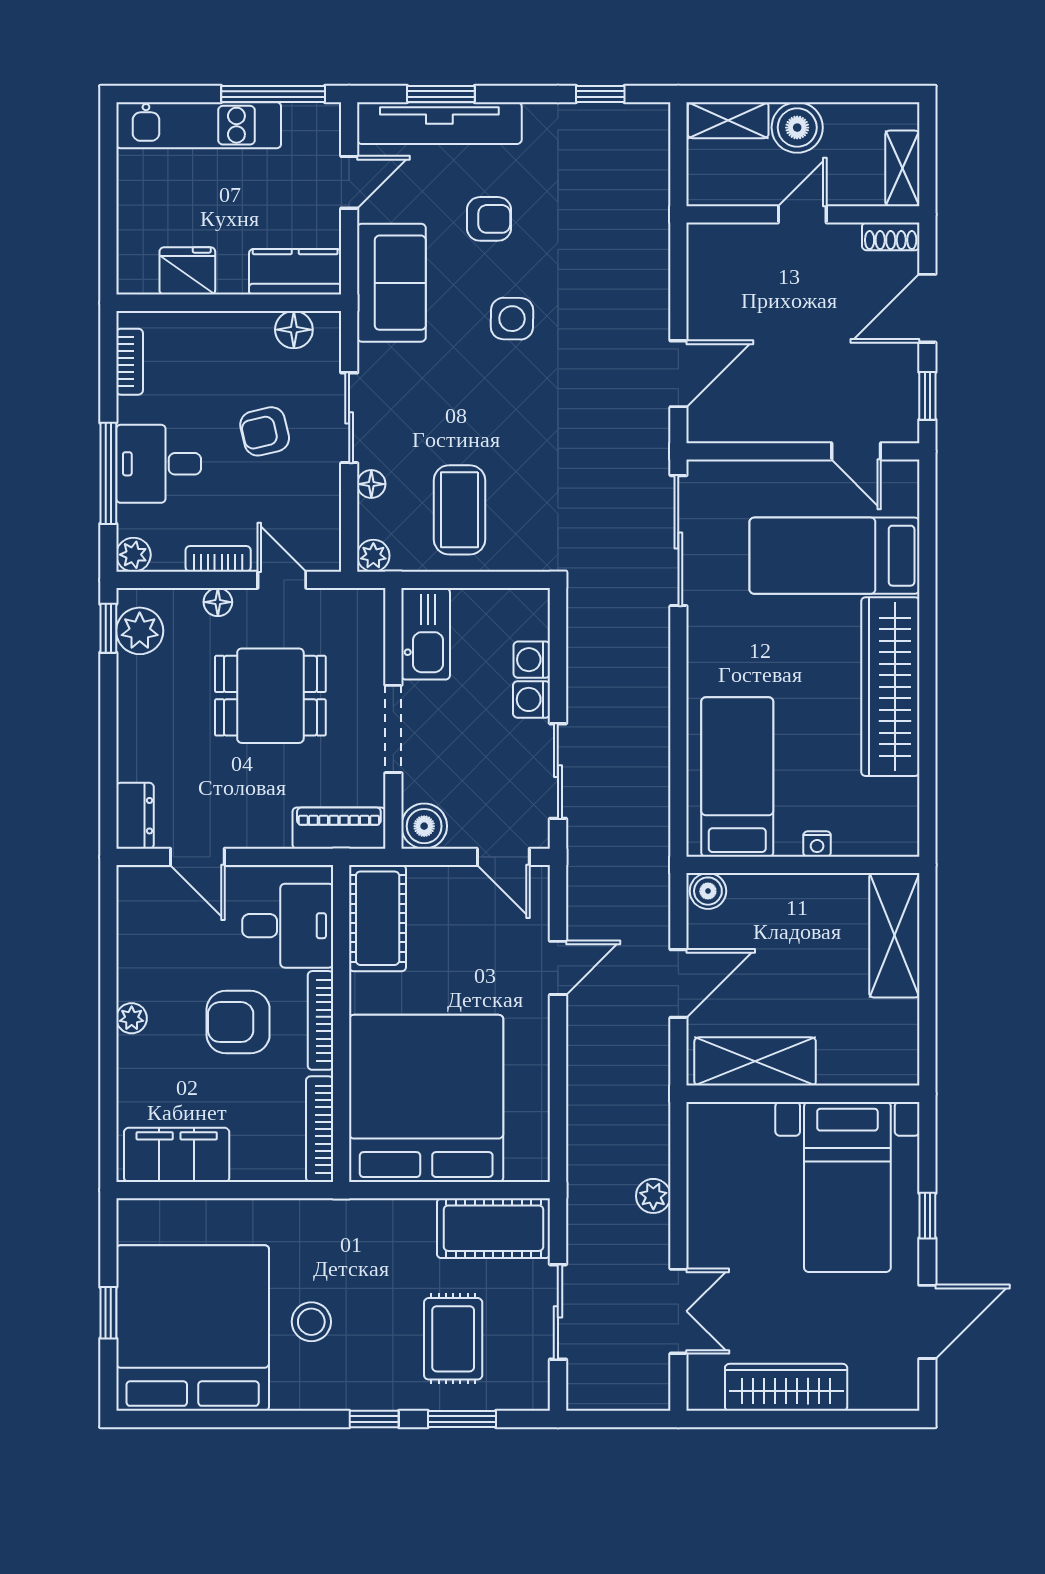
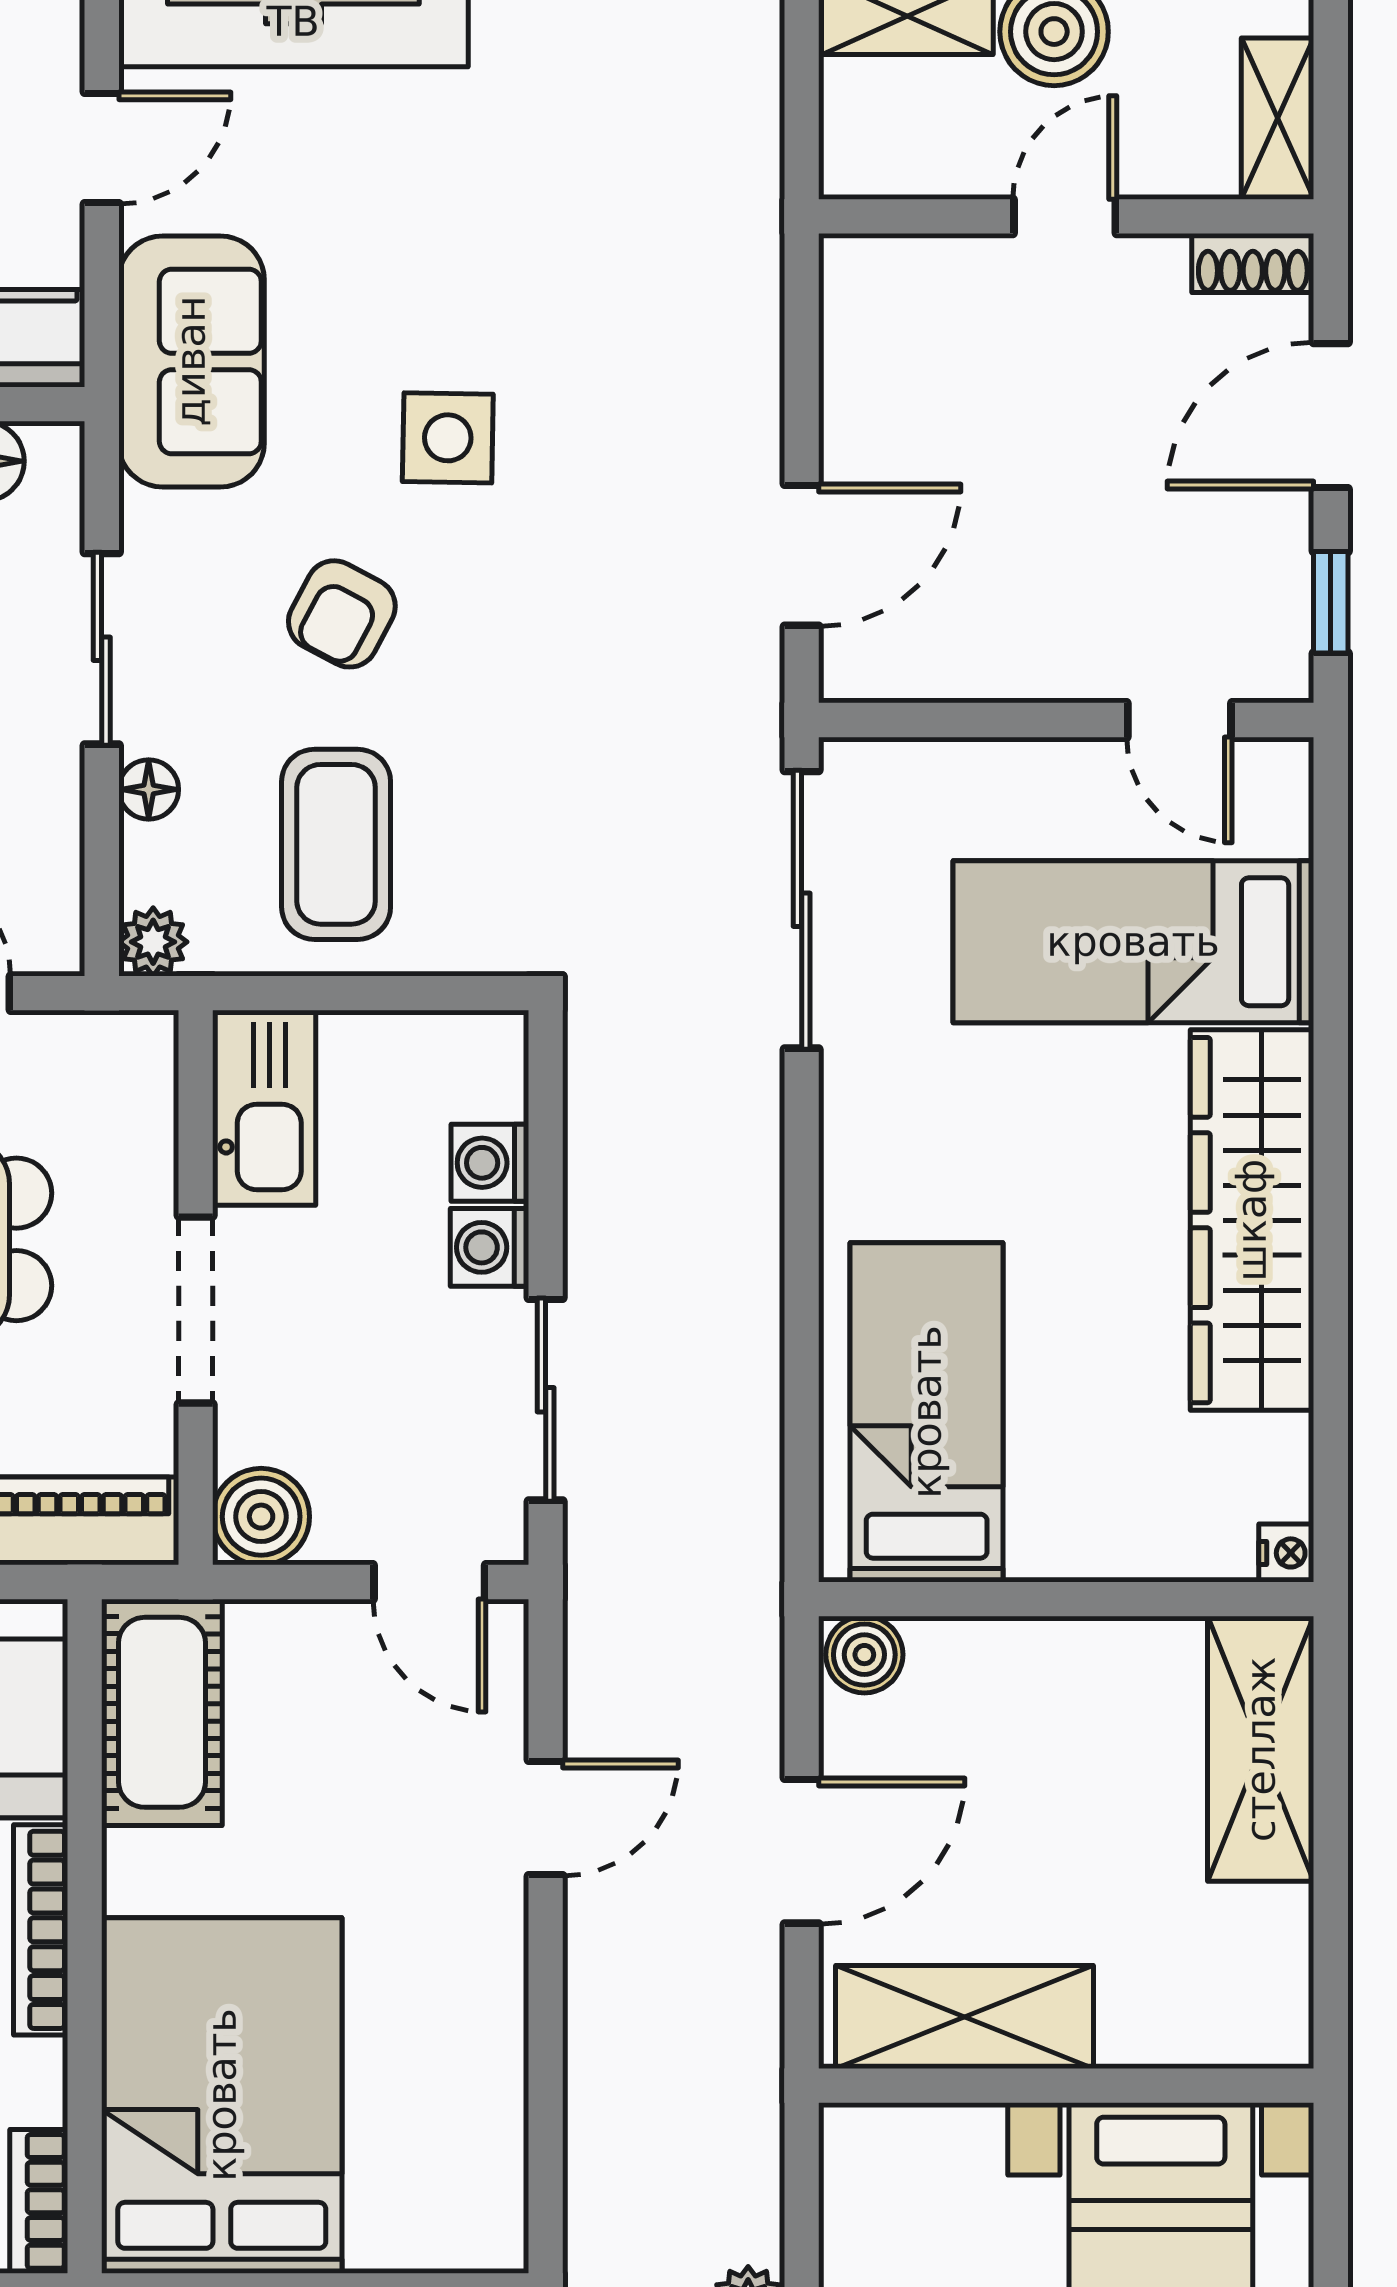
armchair: (489, 219) -> (342, 614), moved, turned 118
nightstand: (817, 844) -> (1286, 1553), moved, turned -90
bed: (426, 1098) -> (222, 2095), width x0.73
bookcase: (320, 1129) -> (39, 2201), width x0.64

